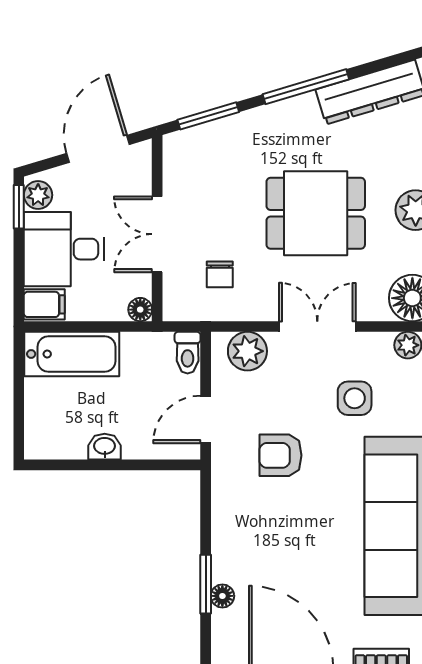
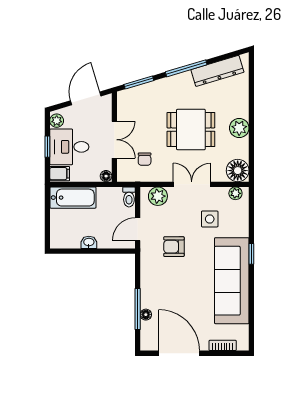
window: (19, 207) -> (47, 147), moved
double door: (157, 234) -> (114, 140), swing flipped
window: (206, 584) -> (138, 309), width x1.44

